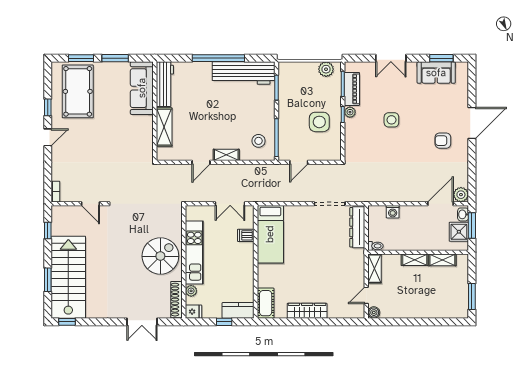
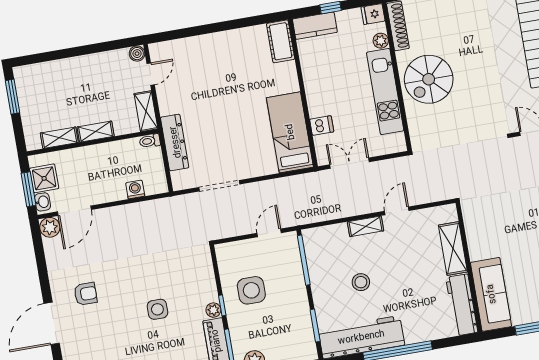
stool: (259, 141) -> (361, 282), moved
dresser: (357, 227) -> (175, 142), moved
wardrobe: (307, 311) -> (225, 41), removed

